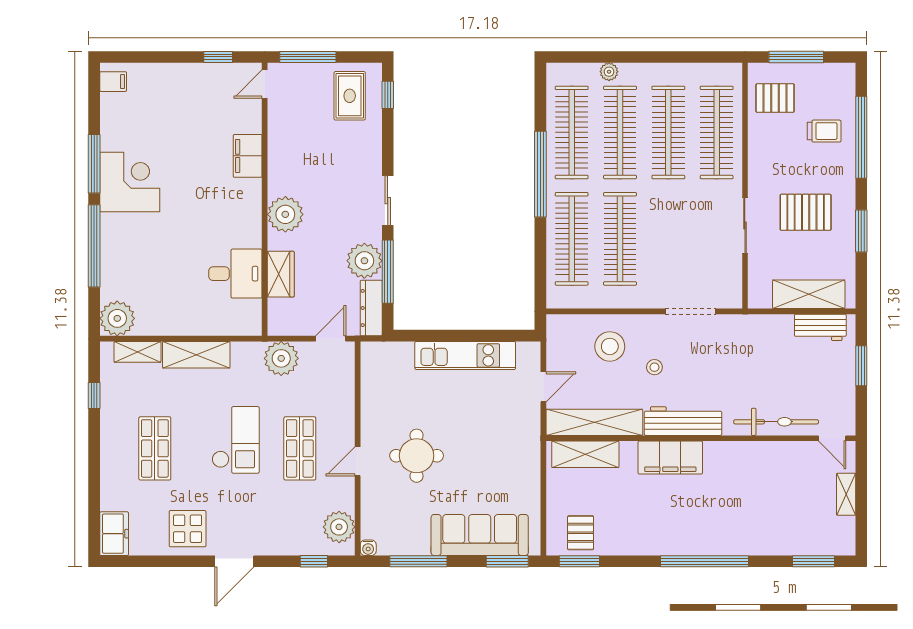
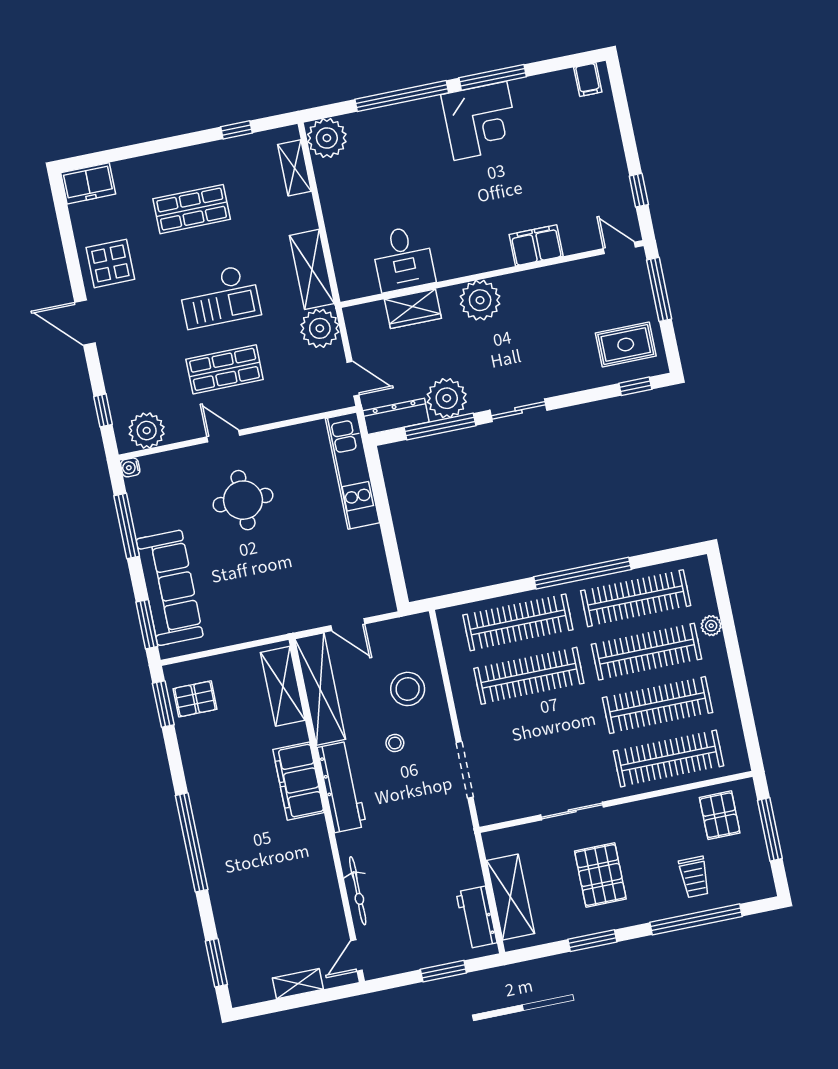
shelving: (196, 355) -> (312, 269), moved
kitchen unit: (465, 355) -> (352, 471), moved
bicycle: (776, 422) -> (358, 891), width x0.73, depth x0.71

